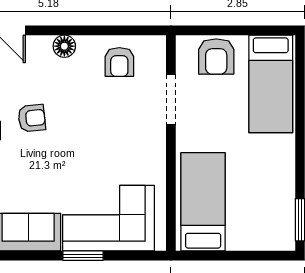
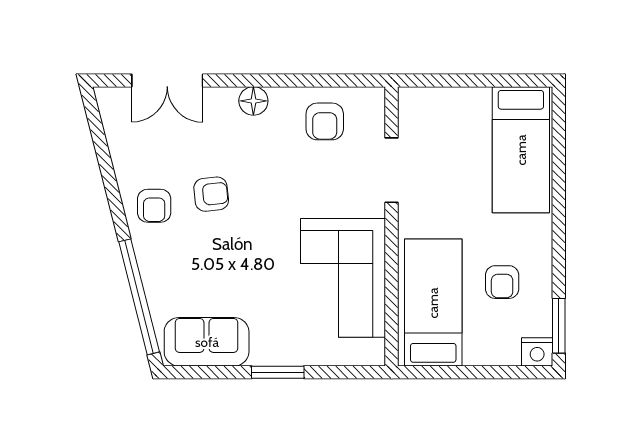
armchair: (216, 56) -> (502, 282), moved, width x0.72, depth x0.72
corner sofa: (108, 218) -> (343, 278), moved, turned -90
nightstand: (283, 240) -> (537, 352), added

